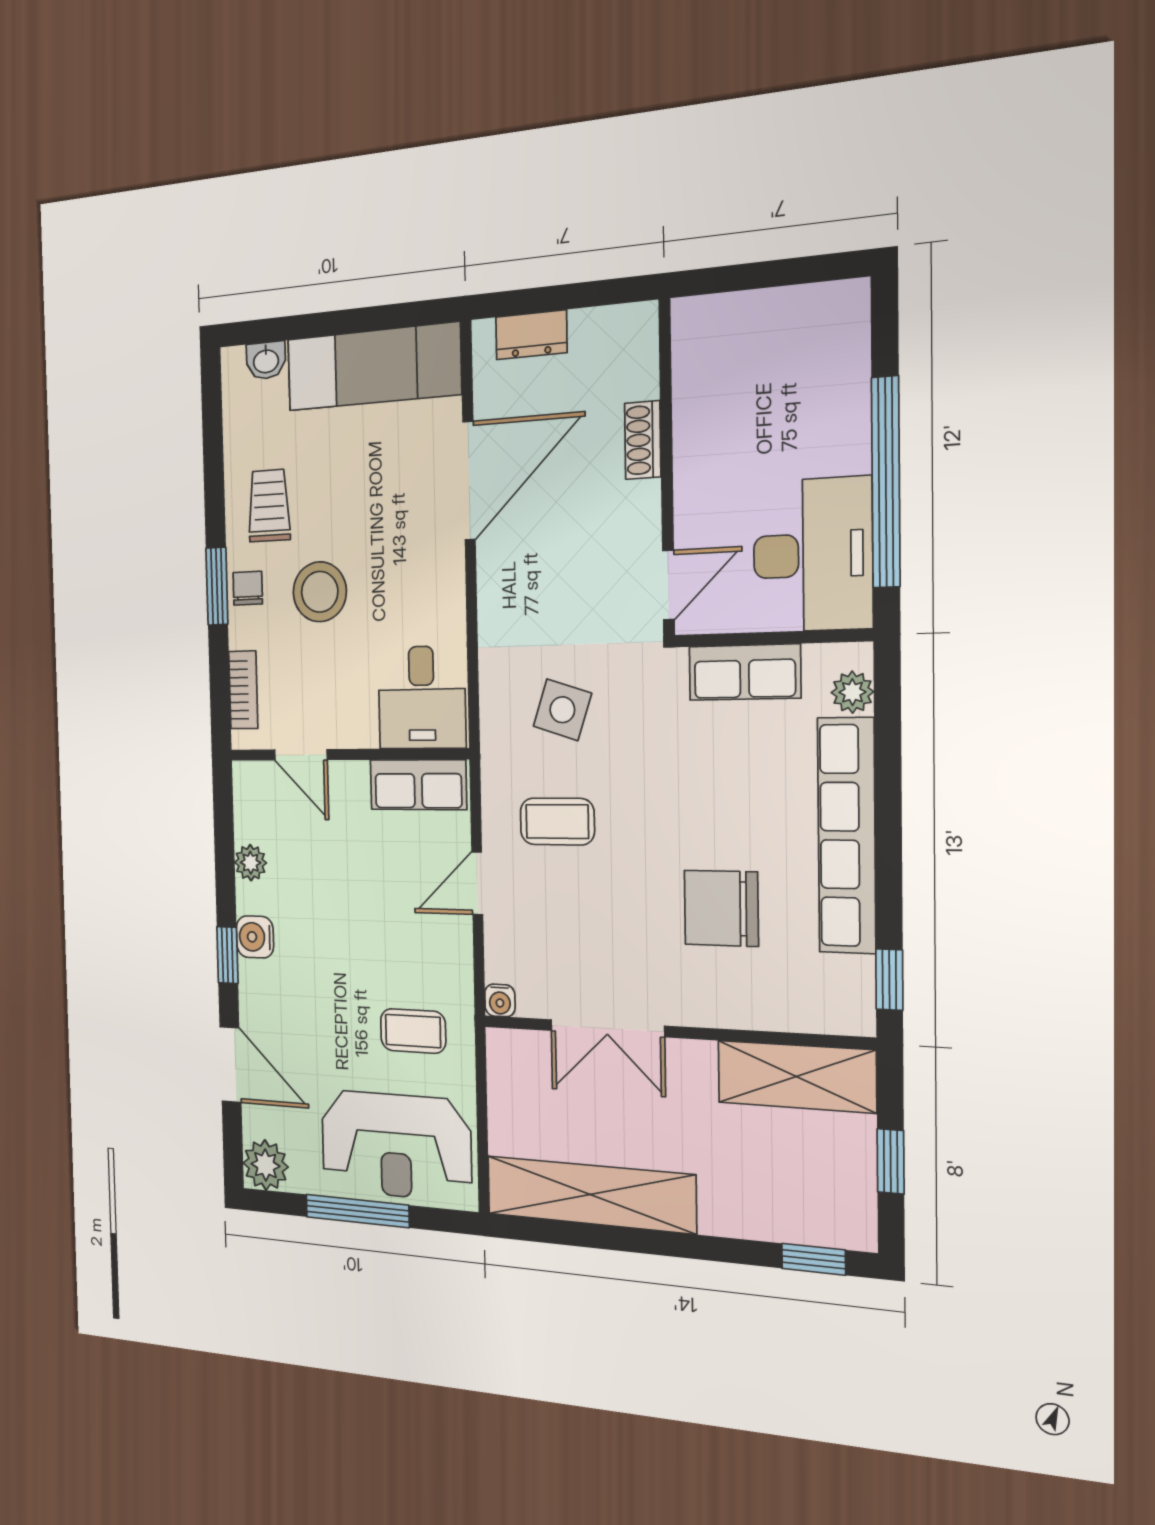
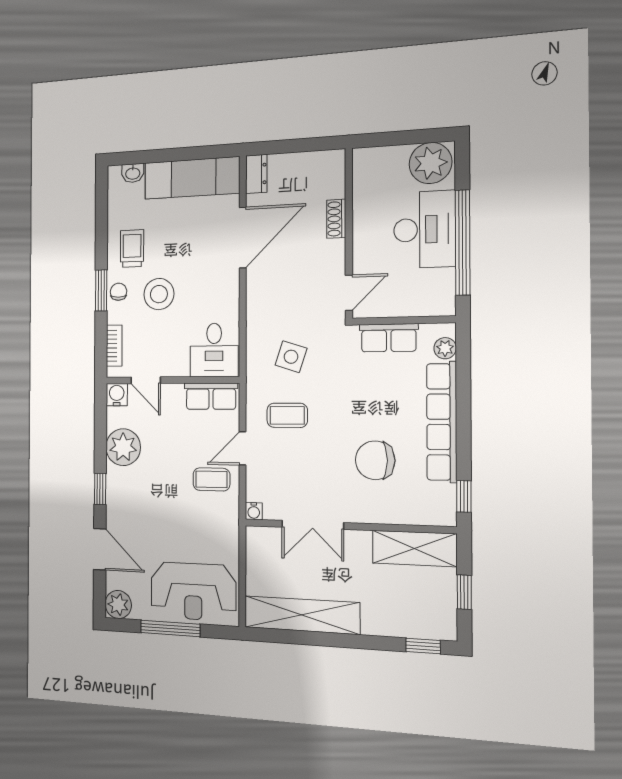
plant: (822, 324) -> (430, 163), added
dresser: (531, 335) -> (256, 174), moved, turned -90
desk: (813, 555) -> (425, 229), moved
plant: (251, 863) -> (123, 447), width x1.87, depth x1.87
water cooler: (255, 937) -> (117, 395), moved, turned 90
coffee table: (413, 1031) -> (211, 479), moved

